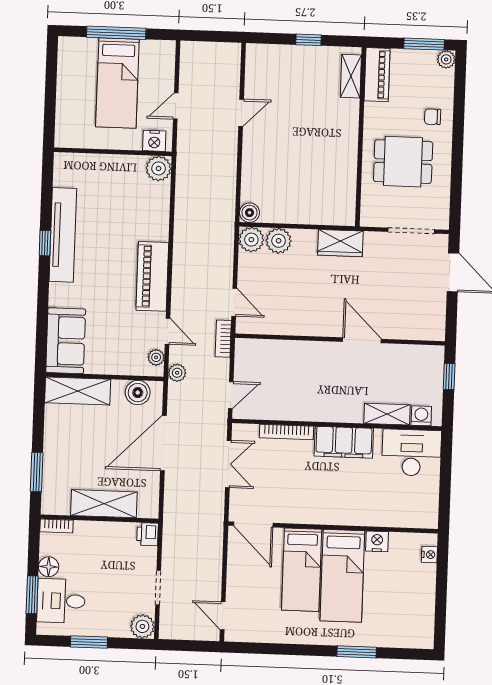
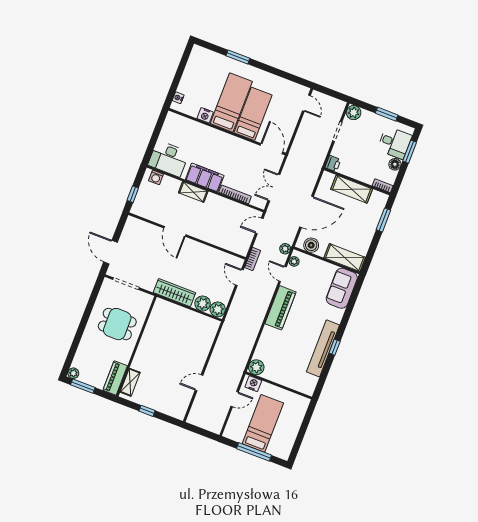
chair: (433, 117) -> (92, 344), removed
boiler: (250, 213) -> (214, 325), removed
wardrobe: (340, 243) -> (174, 293), width x1.50
shelving: (387, 414) -> (193, 192), moved

